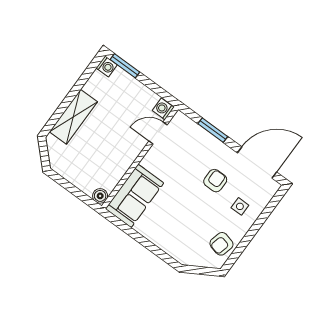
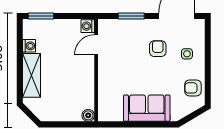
washing machine: (107, 66) -> (29, 46), moved
sofa: (135, 196) -> (147, 108), moved, turned -90
armchair: (221, 244) -> (193, 88), turned 76

